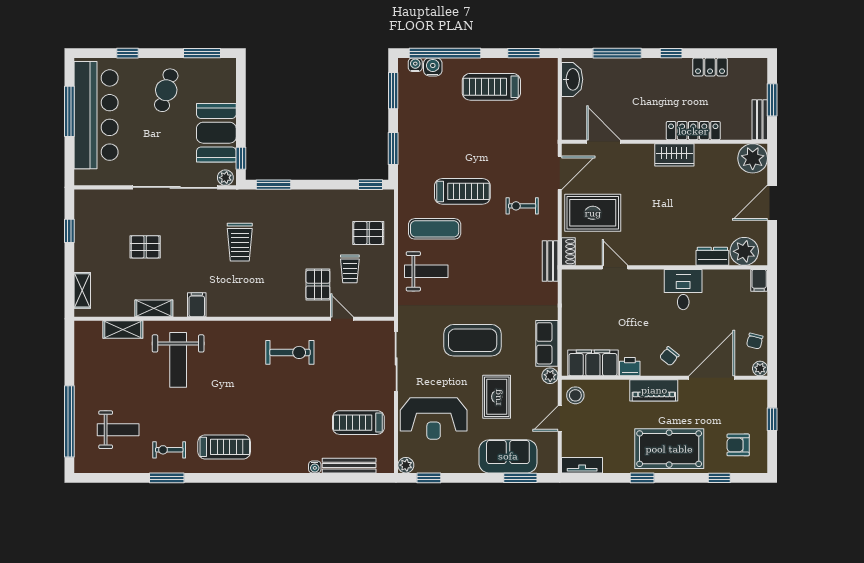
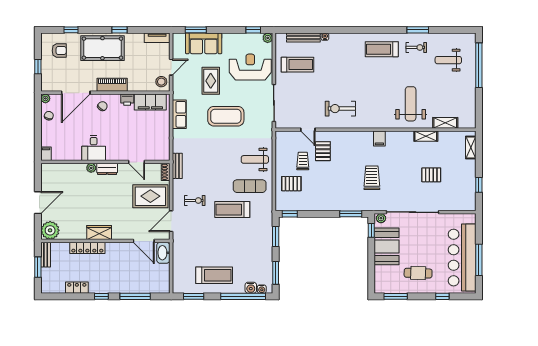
washbasin: (572, 79) -> (163, 253), moved
cafe table: (166, 90) -> (418, 273), turned 76
plant: (744, 251) -> (91, 168), moved, width x0.53, depth x0.53
dresser: (712, 256) -> (107, 169), moved
filing cabinet: (197, 305) -> (379, 138), moved
plant: (550, 376) -> (177, 94), removed

